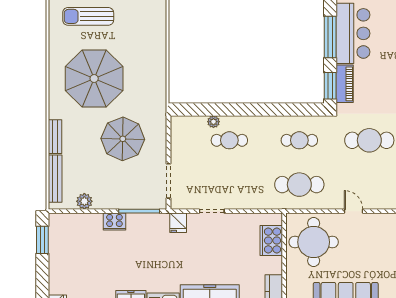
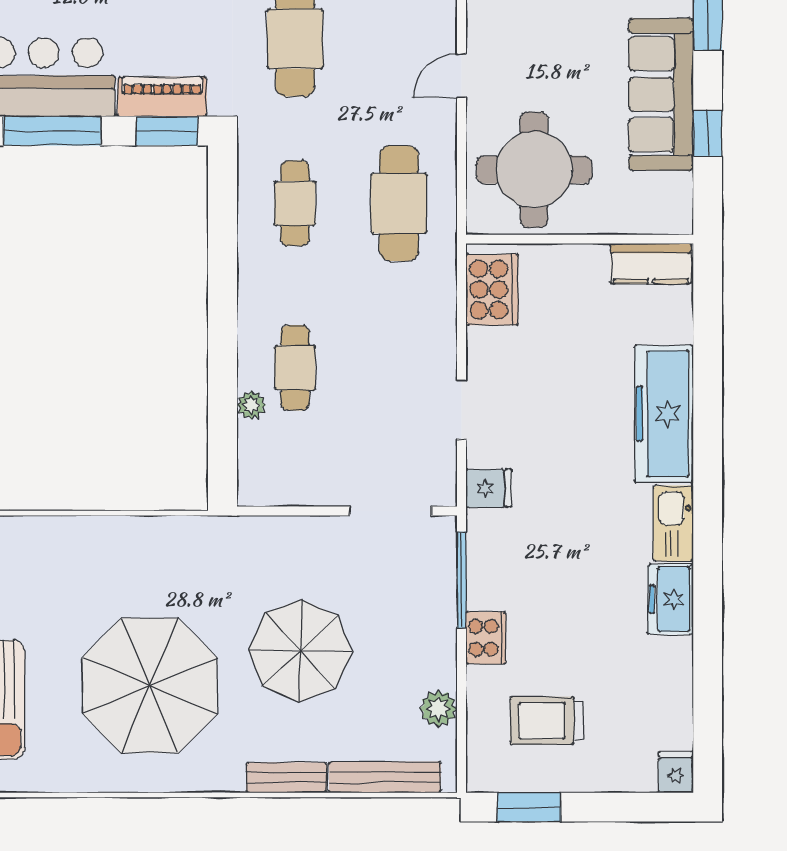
parasol: (123, 139) -> (300, 651), moved
cooker: (271, 240) -> (492, 290), moved, turned -90
trolley: (79, 248) -> (547, 721), added

